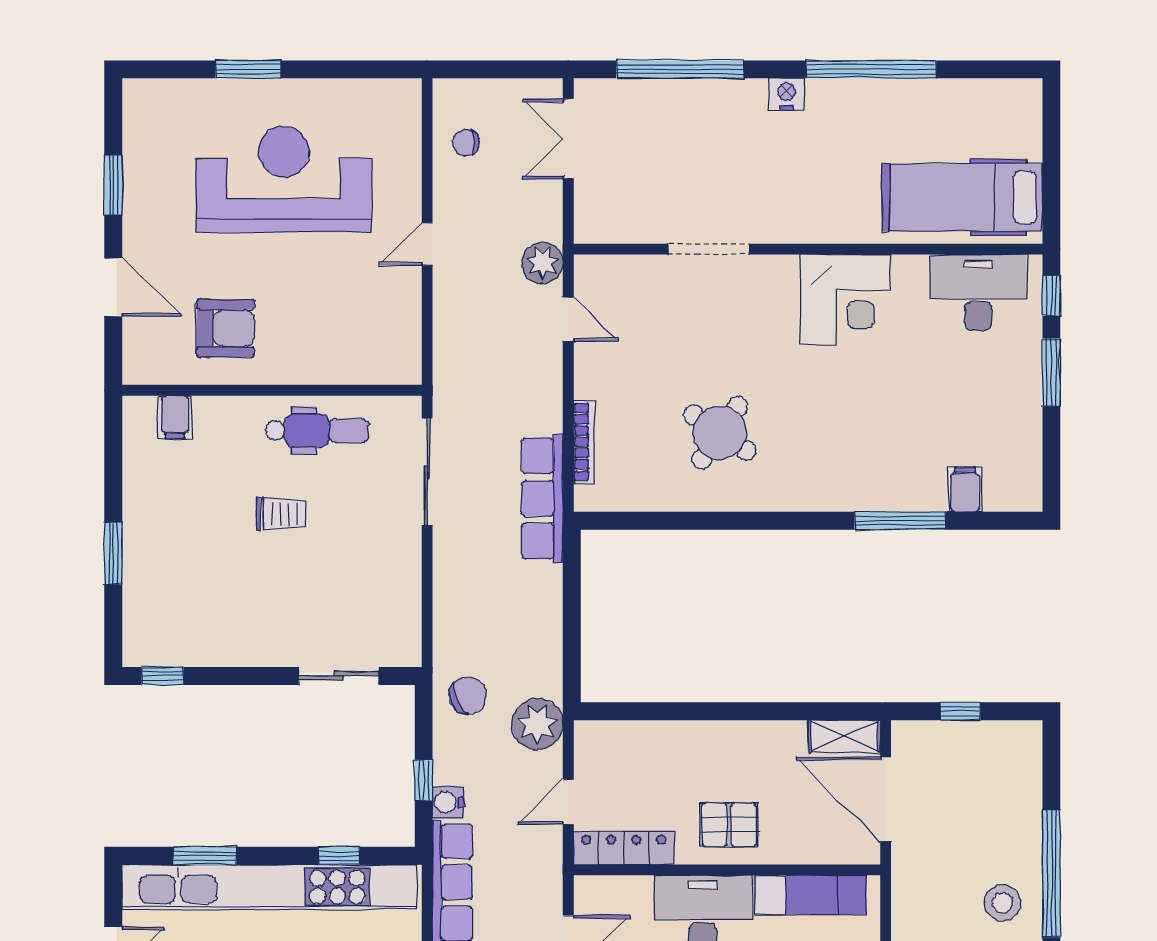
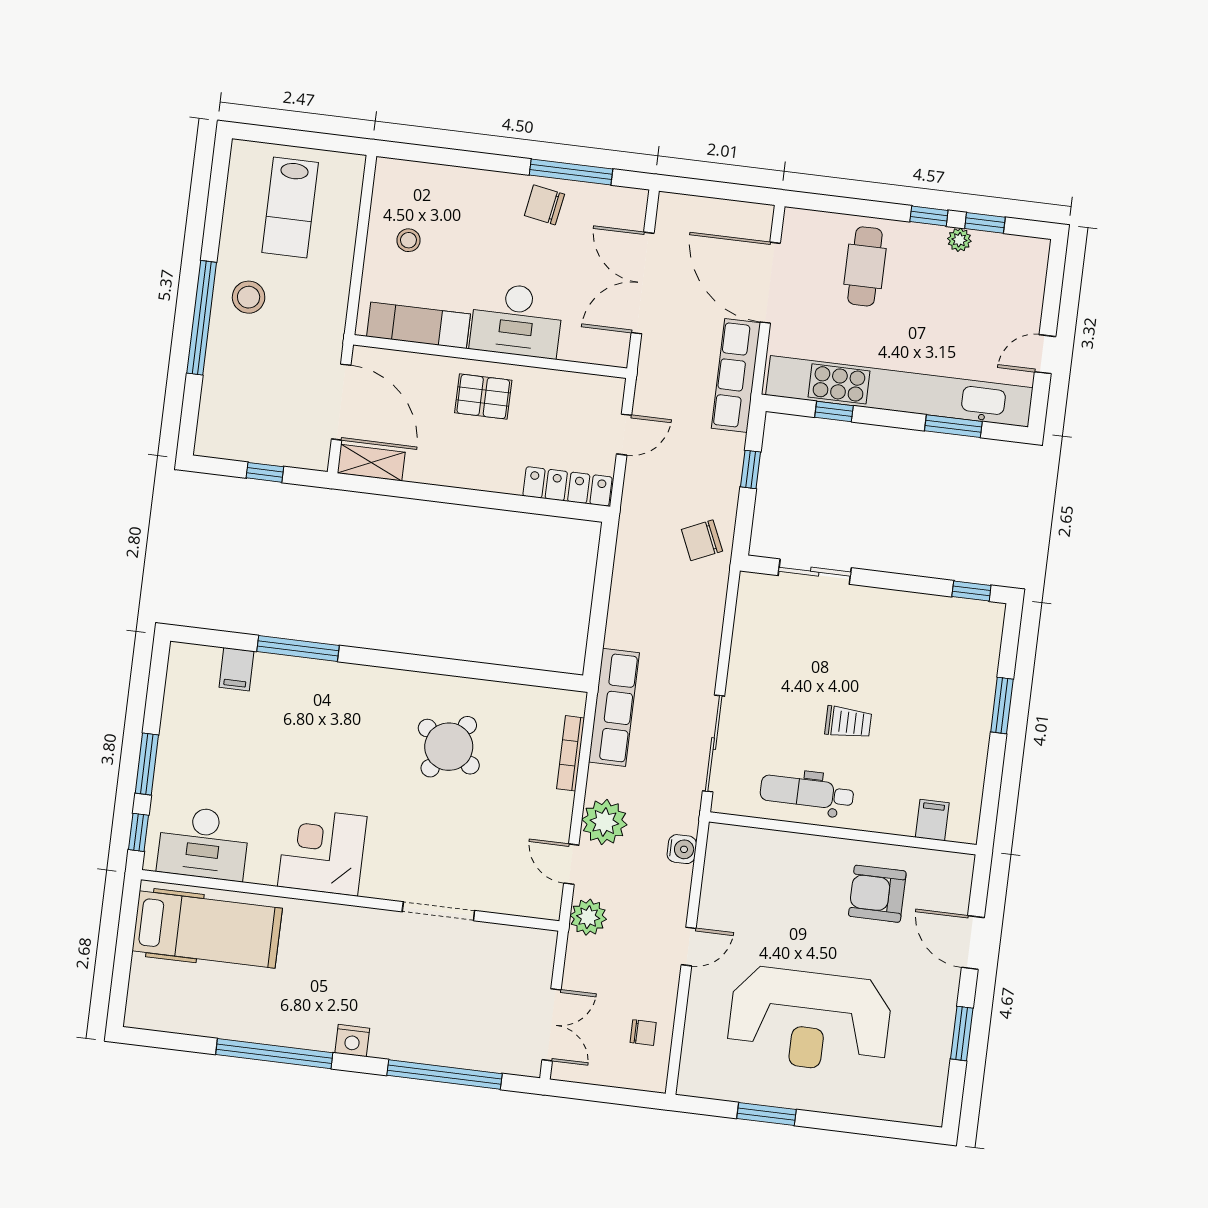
window: (248, 69) -> (766, 1114), moved
trolley: (281, 514) -> (848, 722), turned 180
plant: (537, 724) -> (604, 822), moved
water cooler: (448, 802) -> (682, 849), moved
locker: (624, 848) -> (567, 486), moved, turned 180

